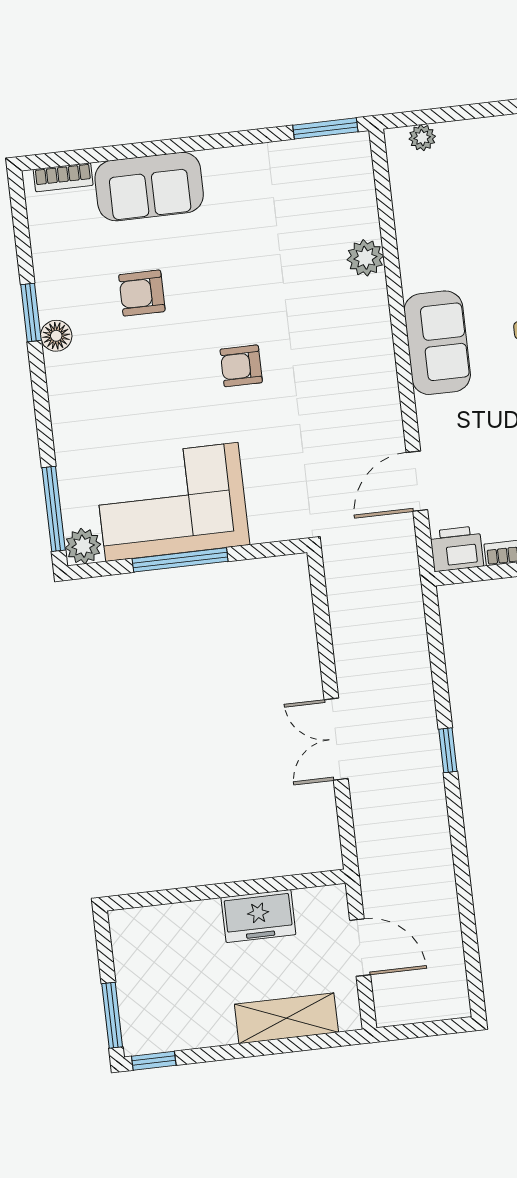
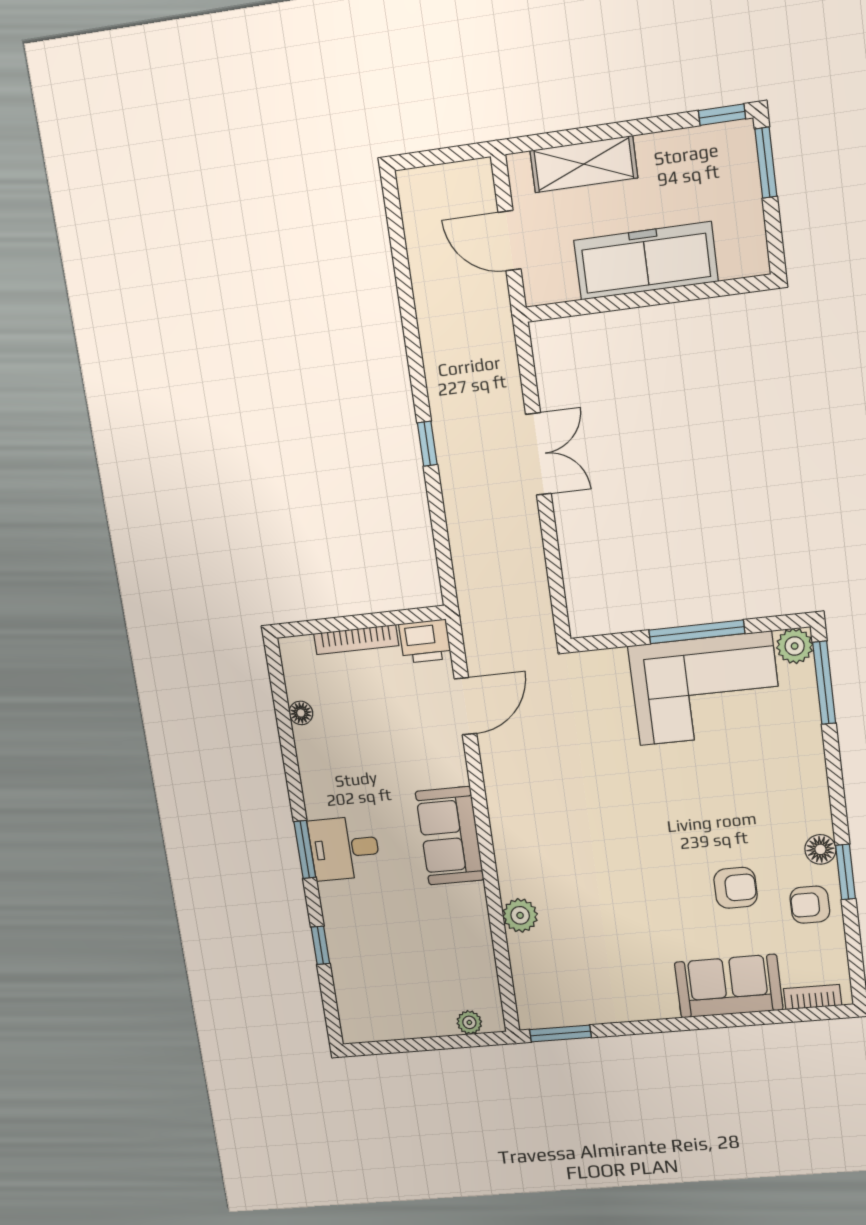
armchair: (241, 366) -> (810, 905), moved, turned 180
freezer: (258, 916) -> (646, 261), width x1.91, depth x1.26

